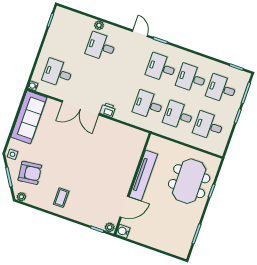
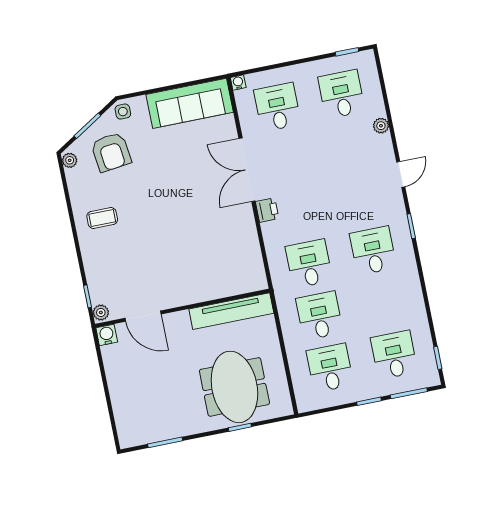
door: (140, 33) -> (401, 174), moved
desk: (101, 47) -> (342, 94), moved
desk: (191, 78) -> (384, 303), removed
tv unit: (143, 175) -> (231, 311), moved
meeting table: (189, 181) -> (234, 387), turned 90

